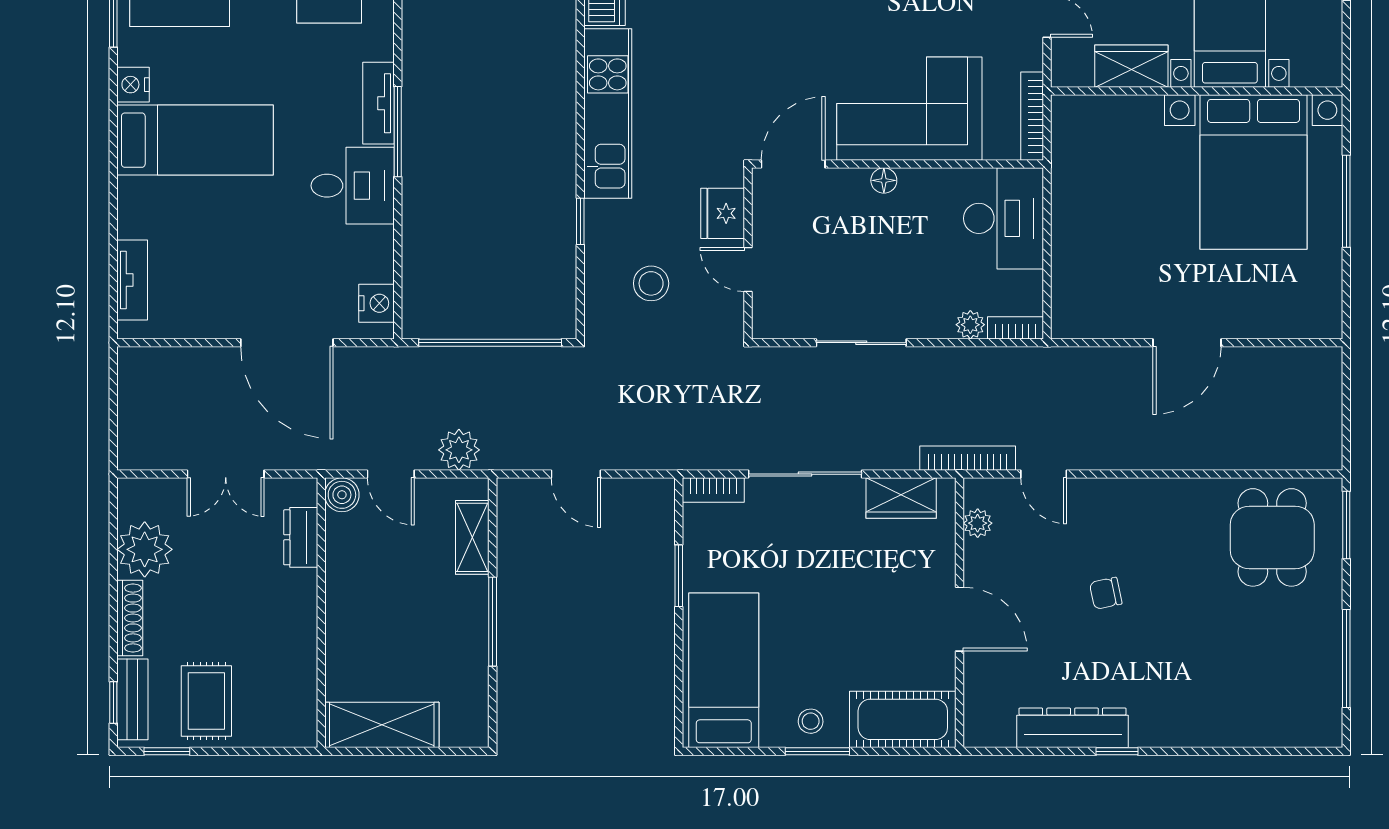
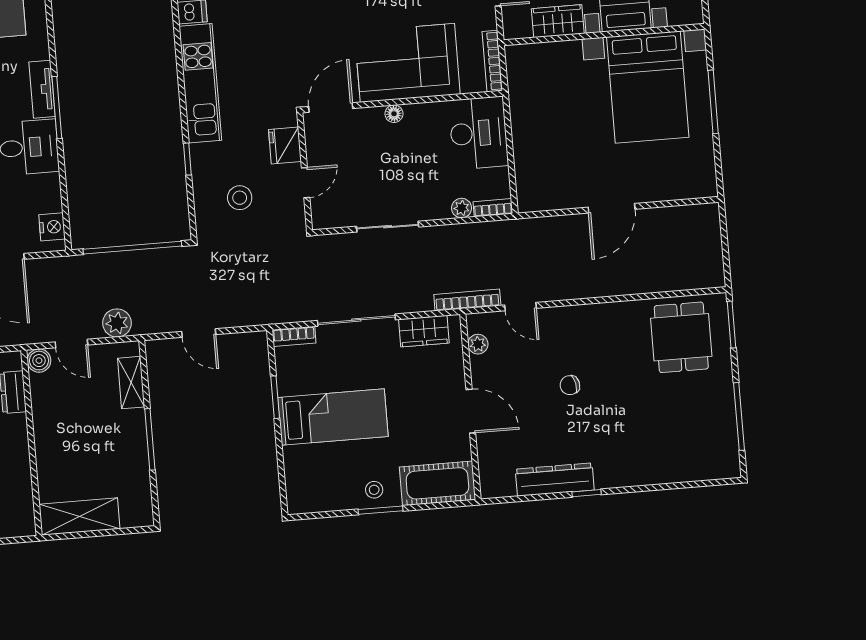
door: (748, 270) -> (306, 183), swing flipped
bed: (724, 670) -> (333, 417), moved, turned 90

